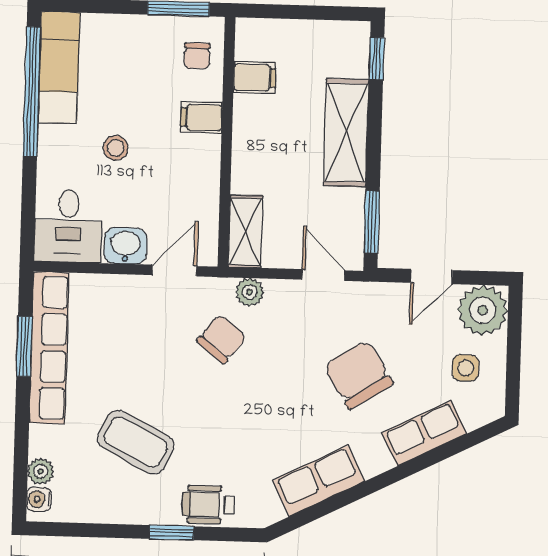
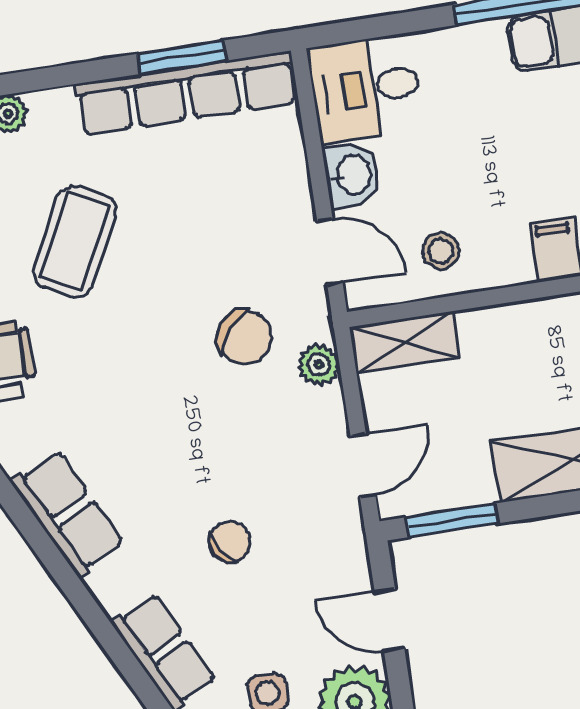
stool: (116, 148) -> (441, 251), moved
chair: (358, 375) -> (230, 542), width x0.54, depth x0.54

